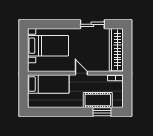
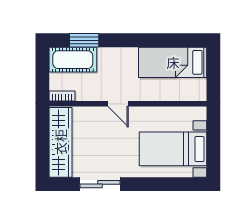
bed: (48, 84) -> (173, 62), moved
cot: (98, 100) -> (73, 60), moved

